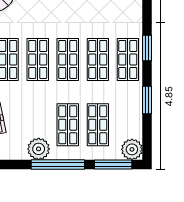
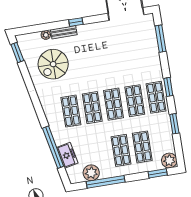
plant: (39, 149) -> (91, 173), moved
window: (58, 164) -> (106, 182), moved
window: (113, 164) -> (158, 173), width x0.69

